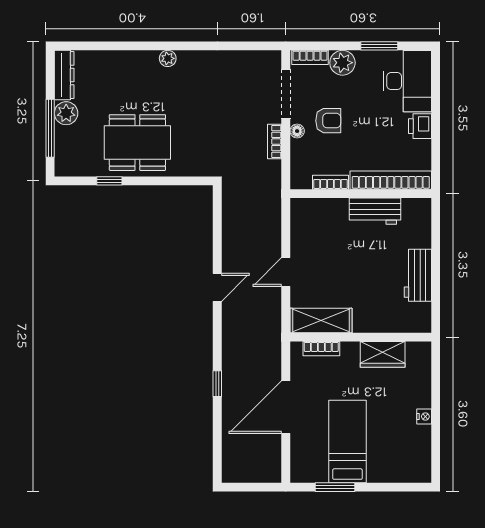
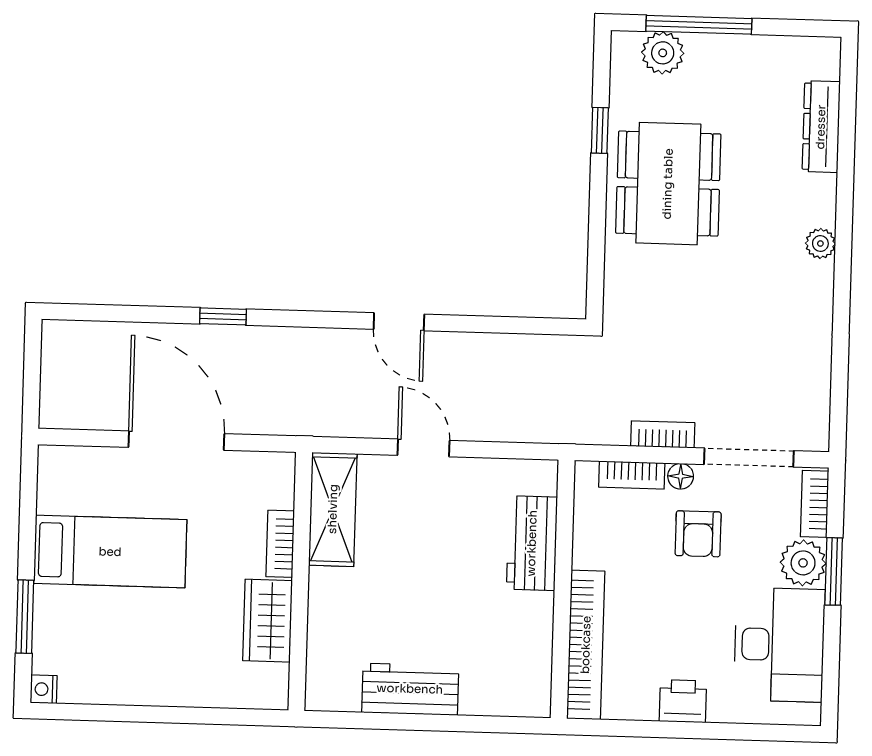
window: (379, 46) -> (834, 571), moved
dresser: (64, 75) -> (821, 127), moved, turned 90
desk: (407, 81) -> (779, 645), moved, turned -90
plant: (66, 113) -> (663, 53), moved
bookcase: (330, 182) -> (632, 475), moved, turned 90
workbench: (375, 211) -> (532, 543), moved
bookcase: (321, 349) -> (280, 544), moved
nightstand: (424, 417) -> (44, 689), moved, turned 90
window: (335, 487) -> (25, 617), moved

